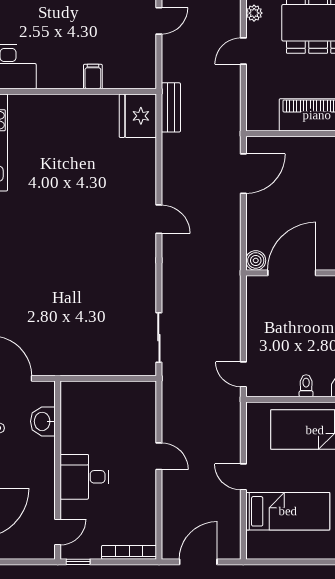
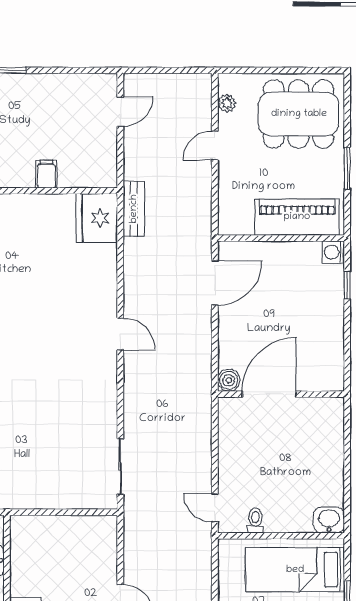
toilet: (306, 386) -> (255, 521), moved

